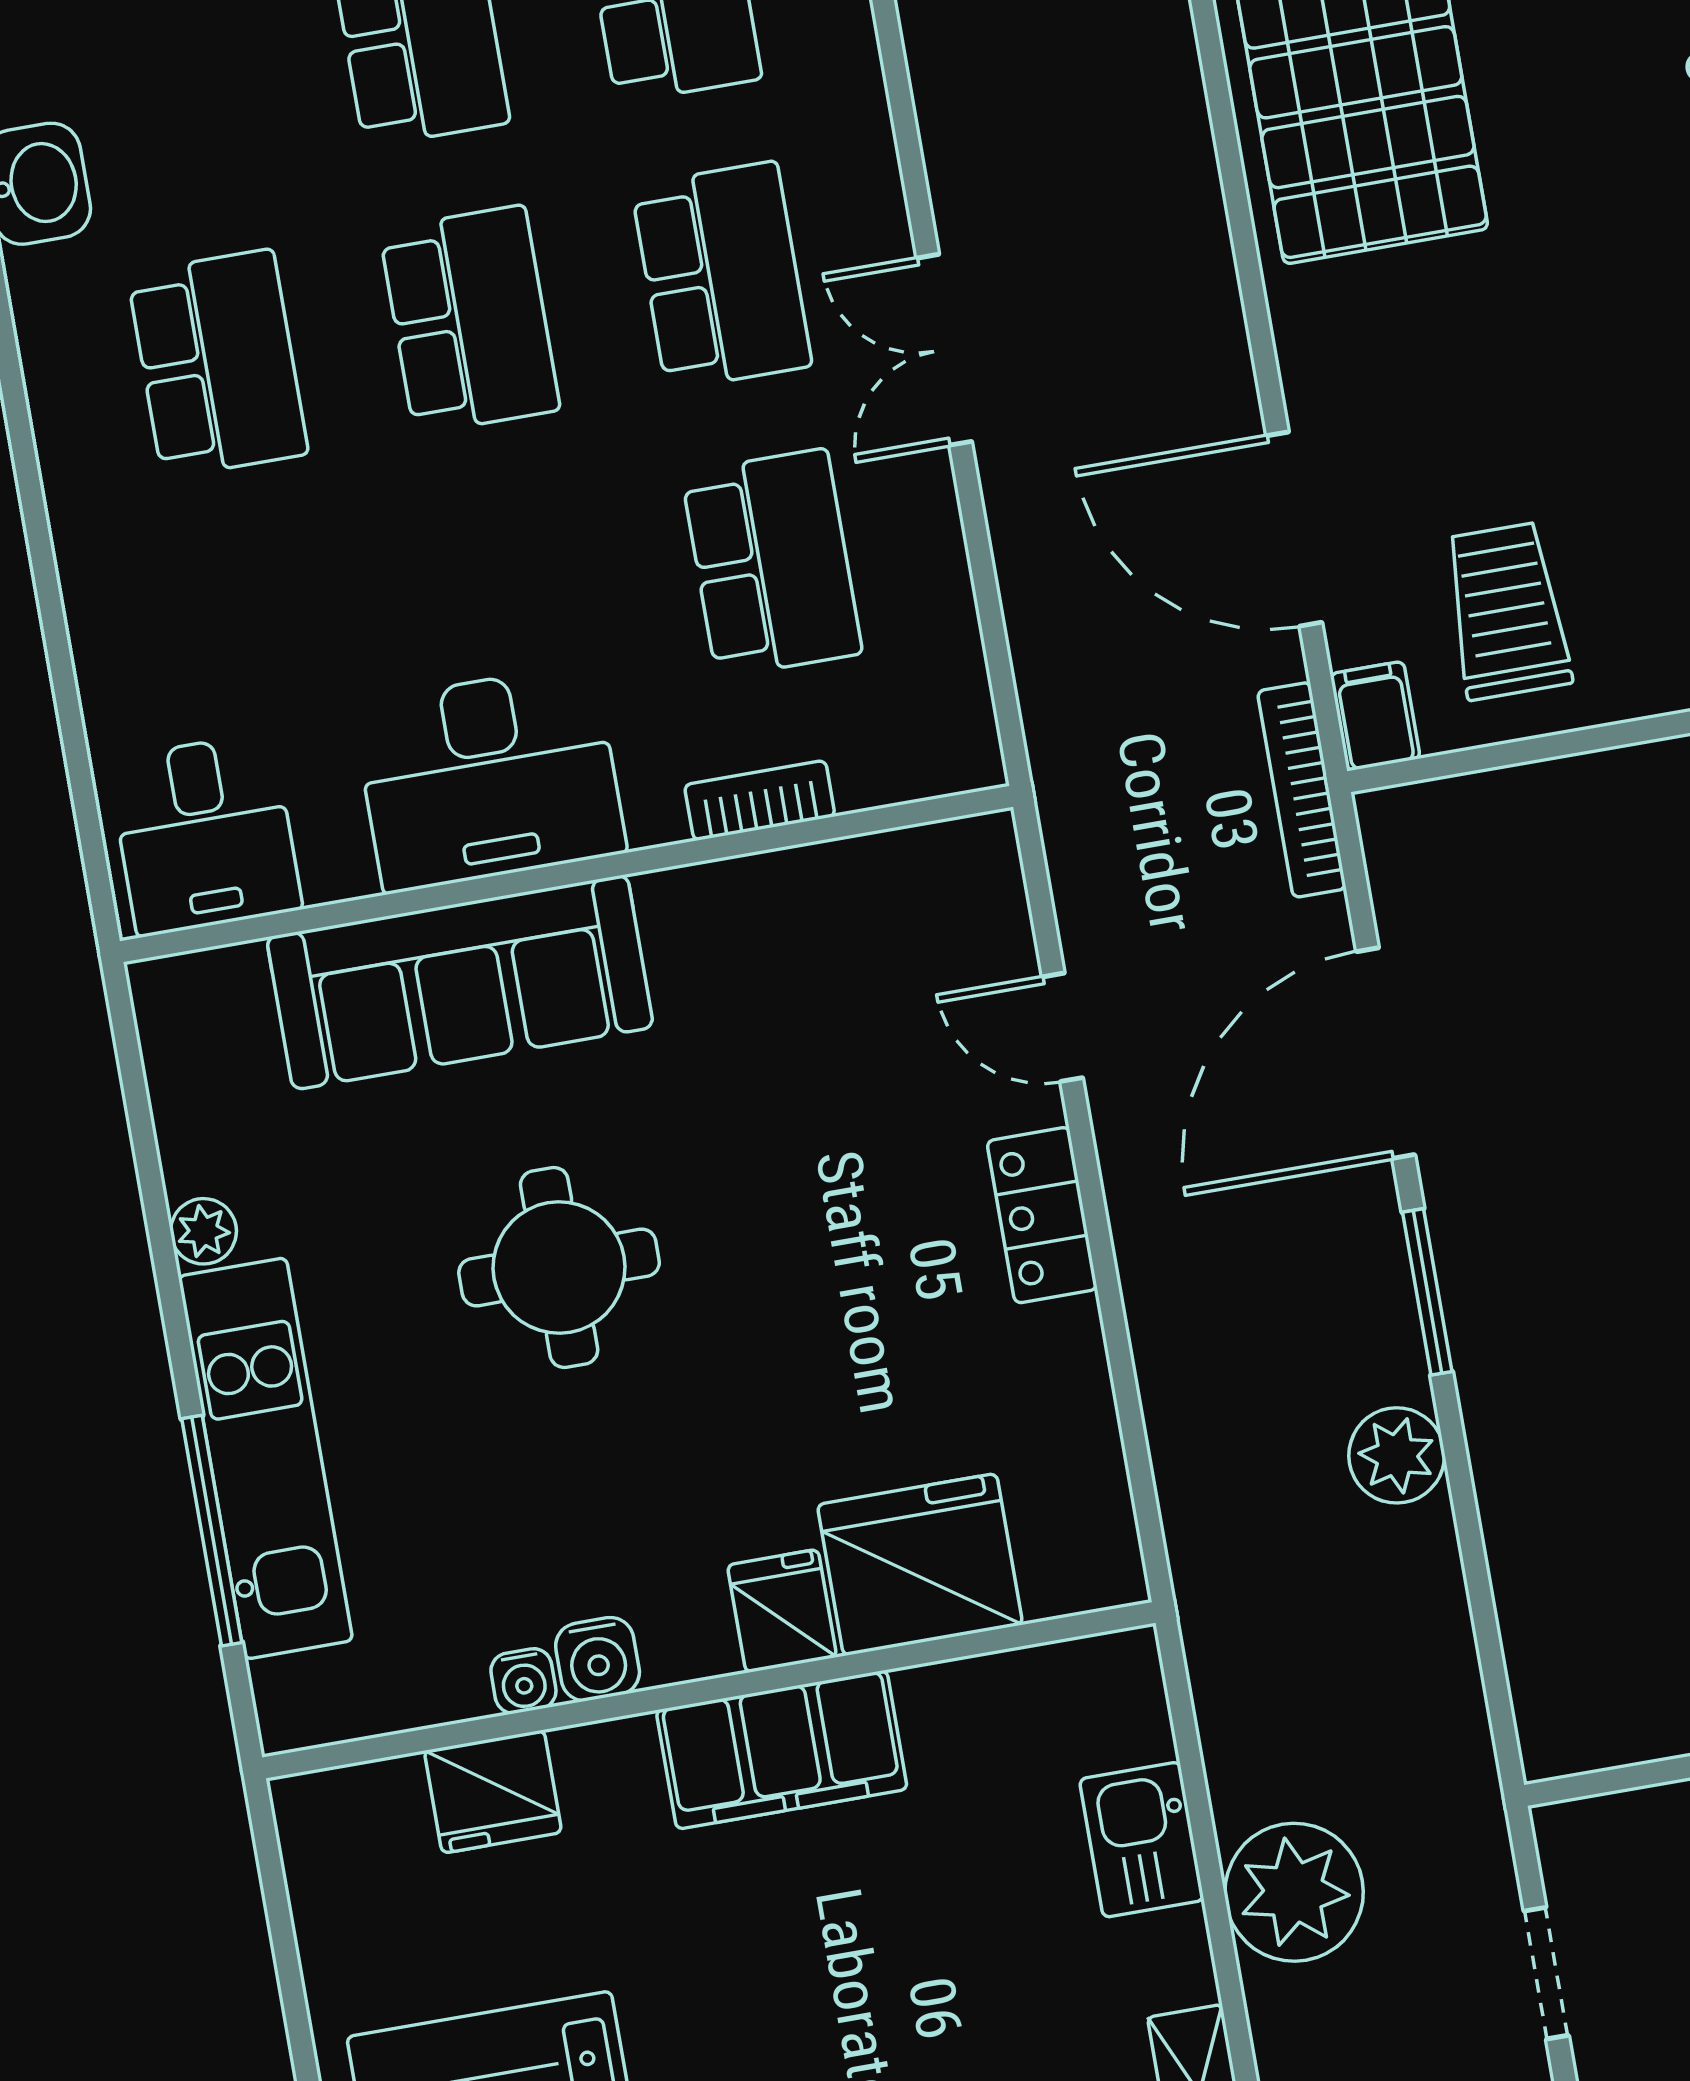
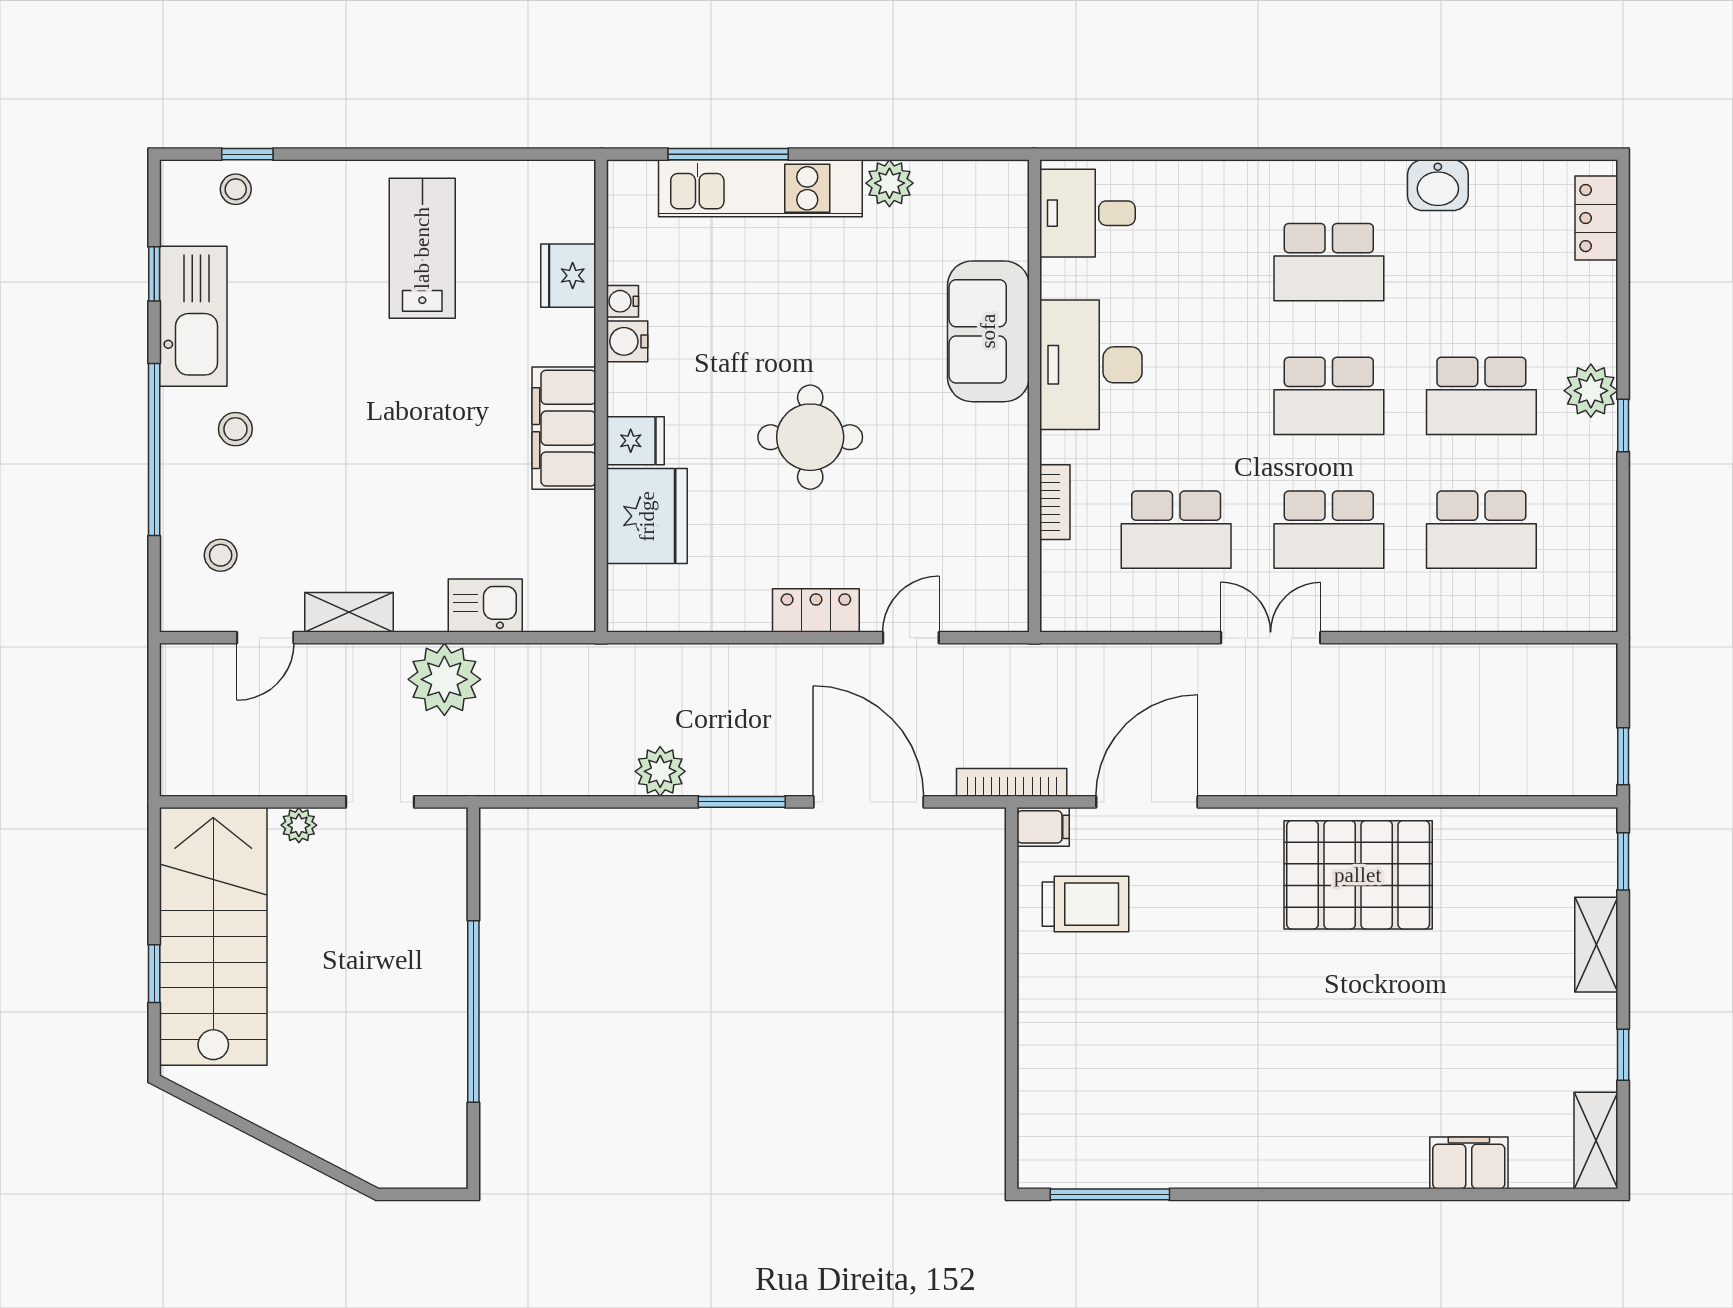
sofa: (460, 982) -> (988, 331), width x0.73
plant: (203, 1231) -> (889, 183), width x1.38, depth x1.38
round table: (559, 1268) -> (810, 437), moved

